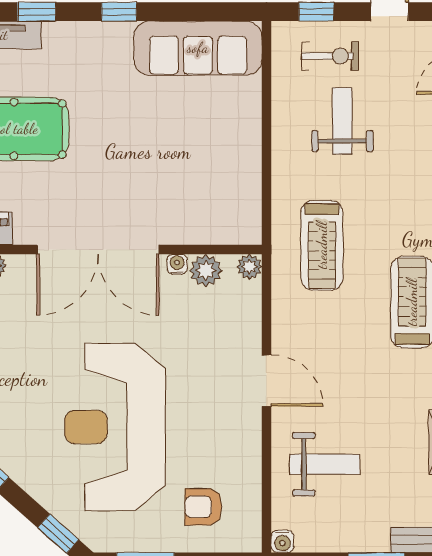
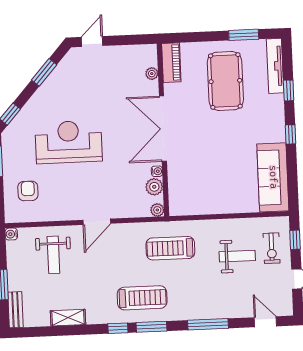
reception desk: (115, 427) -> (69, 142), width x0.74, depth x0.77

